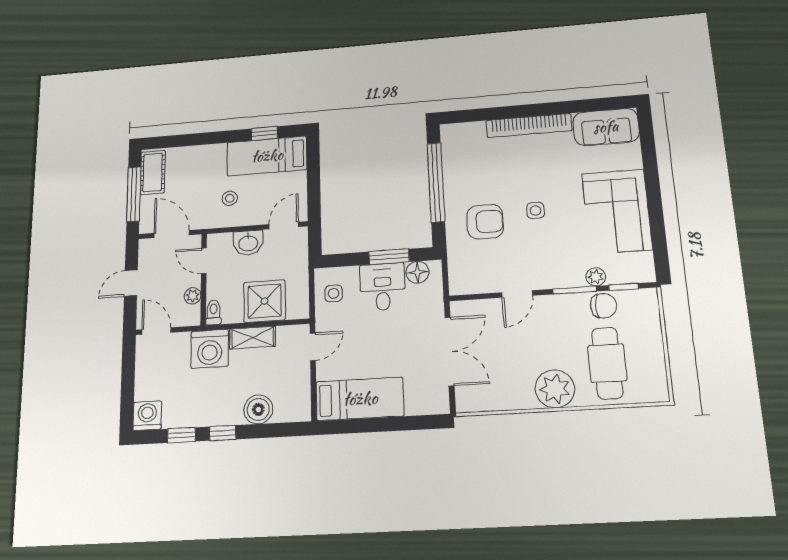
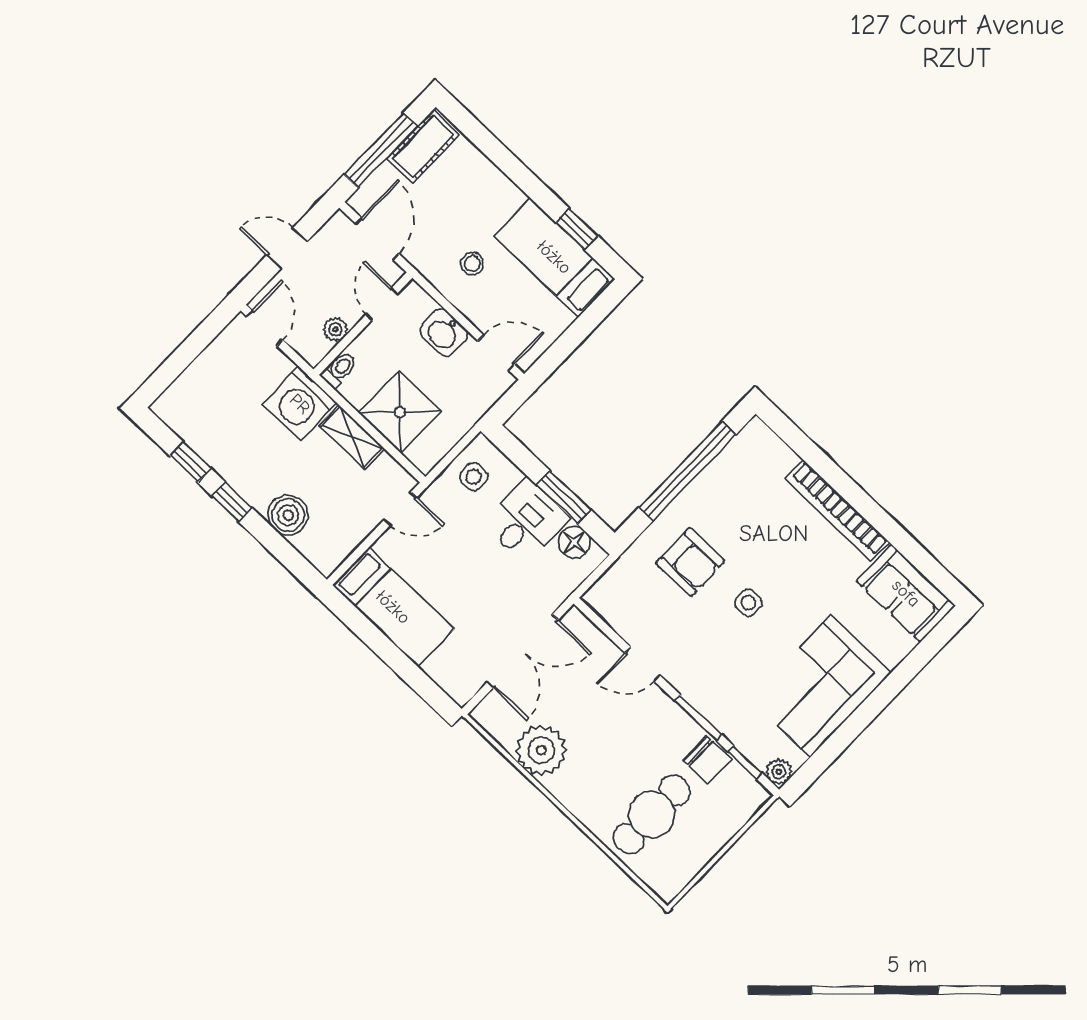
plant: (596, 277) -> (779, 772), moved
plant: (555, 389) -> (541, 750), moved
washing machine: (147, 416) -> (175, 407), removed

